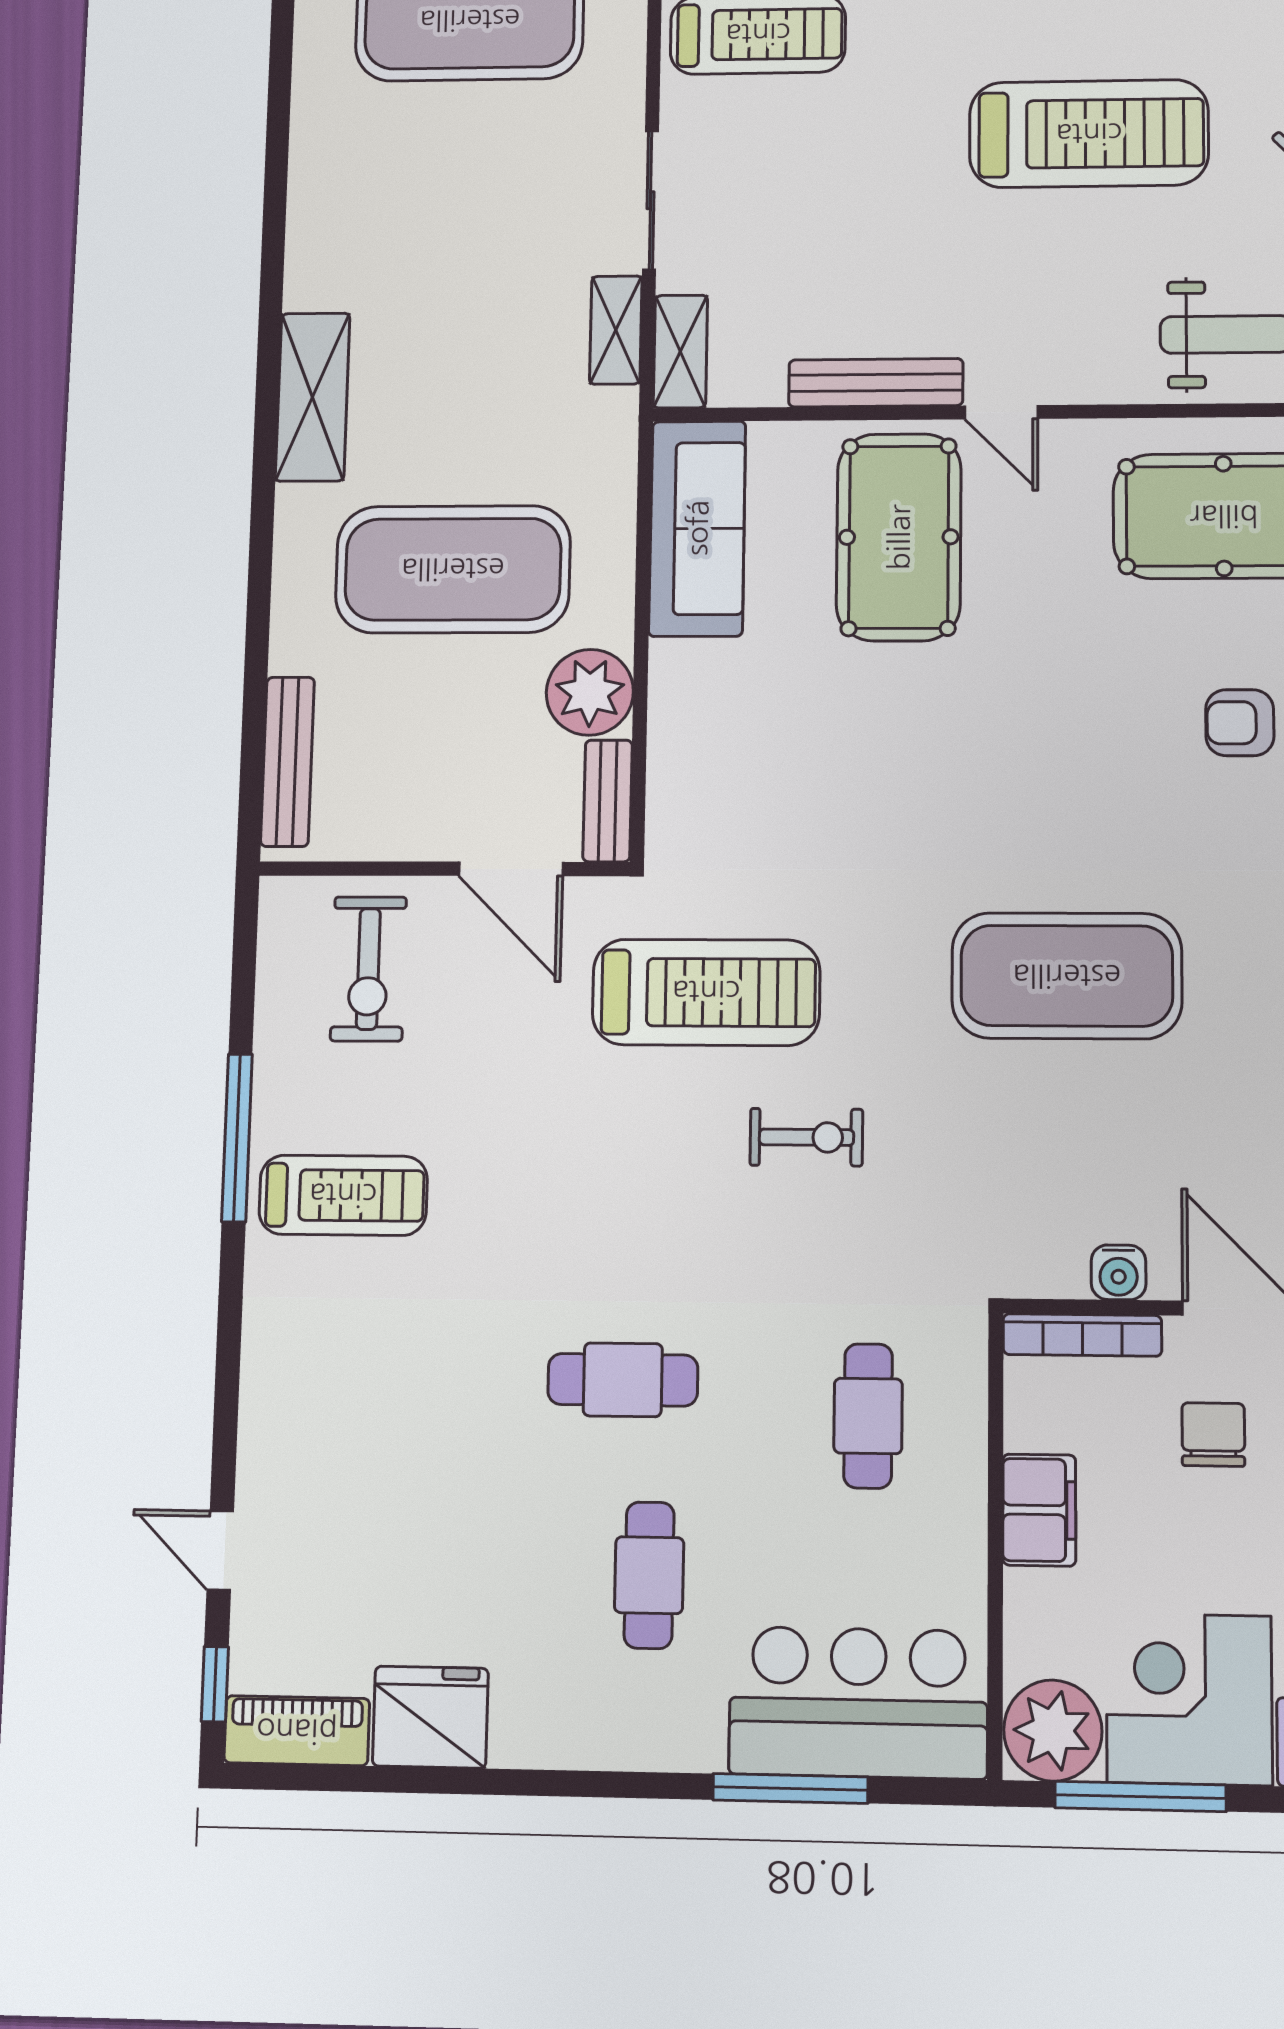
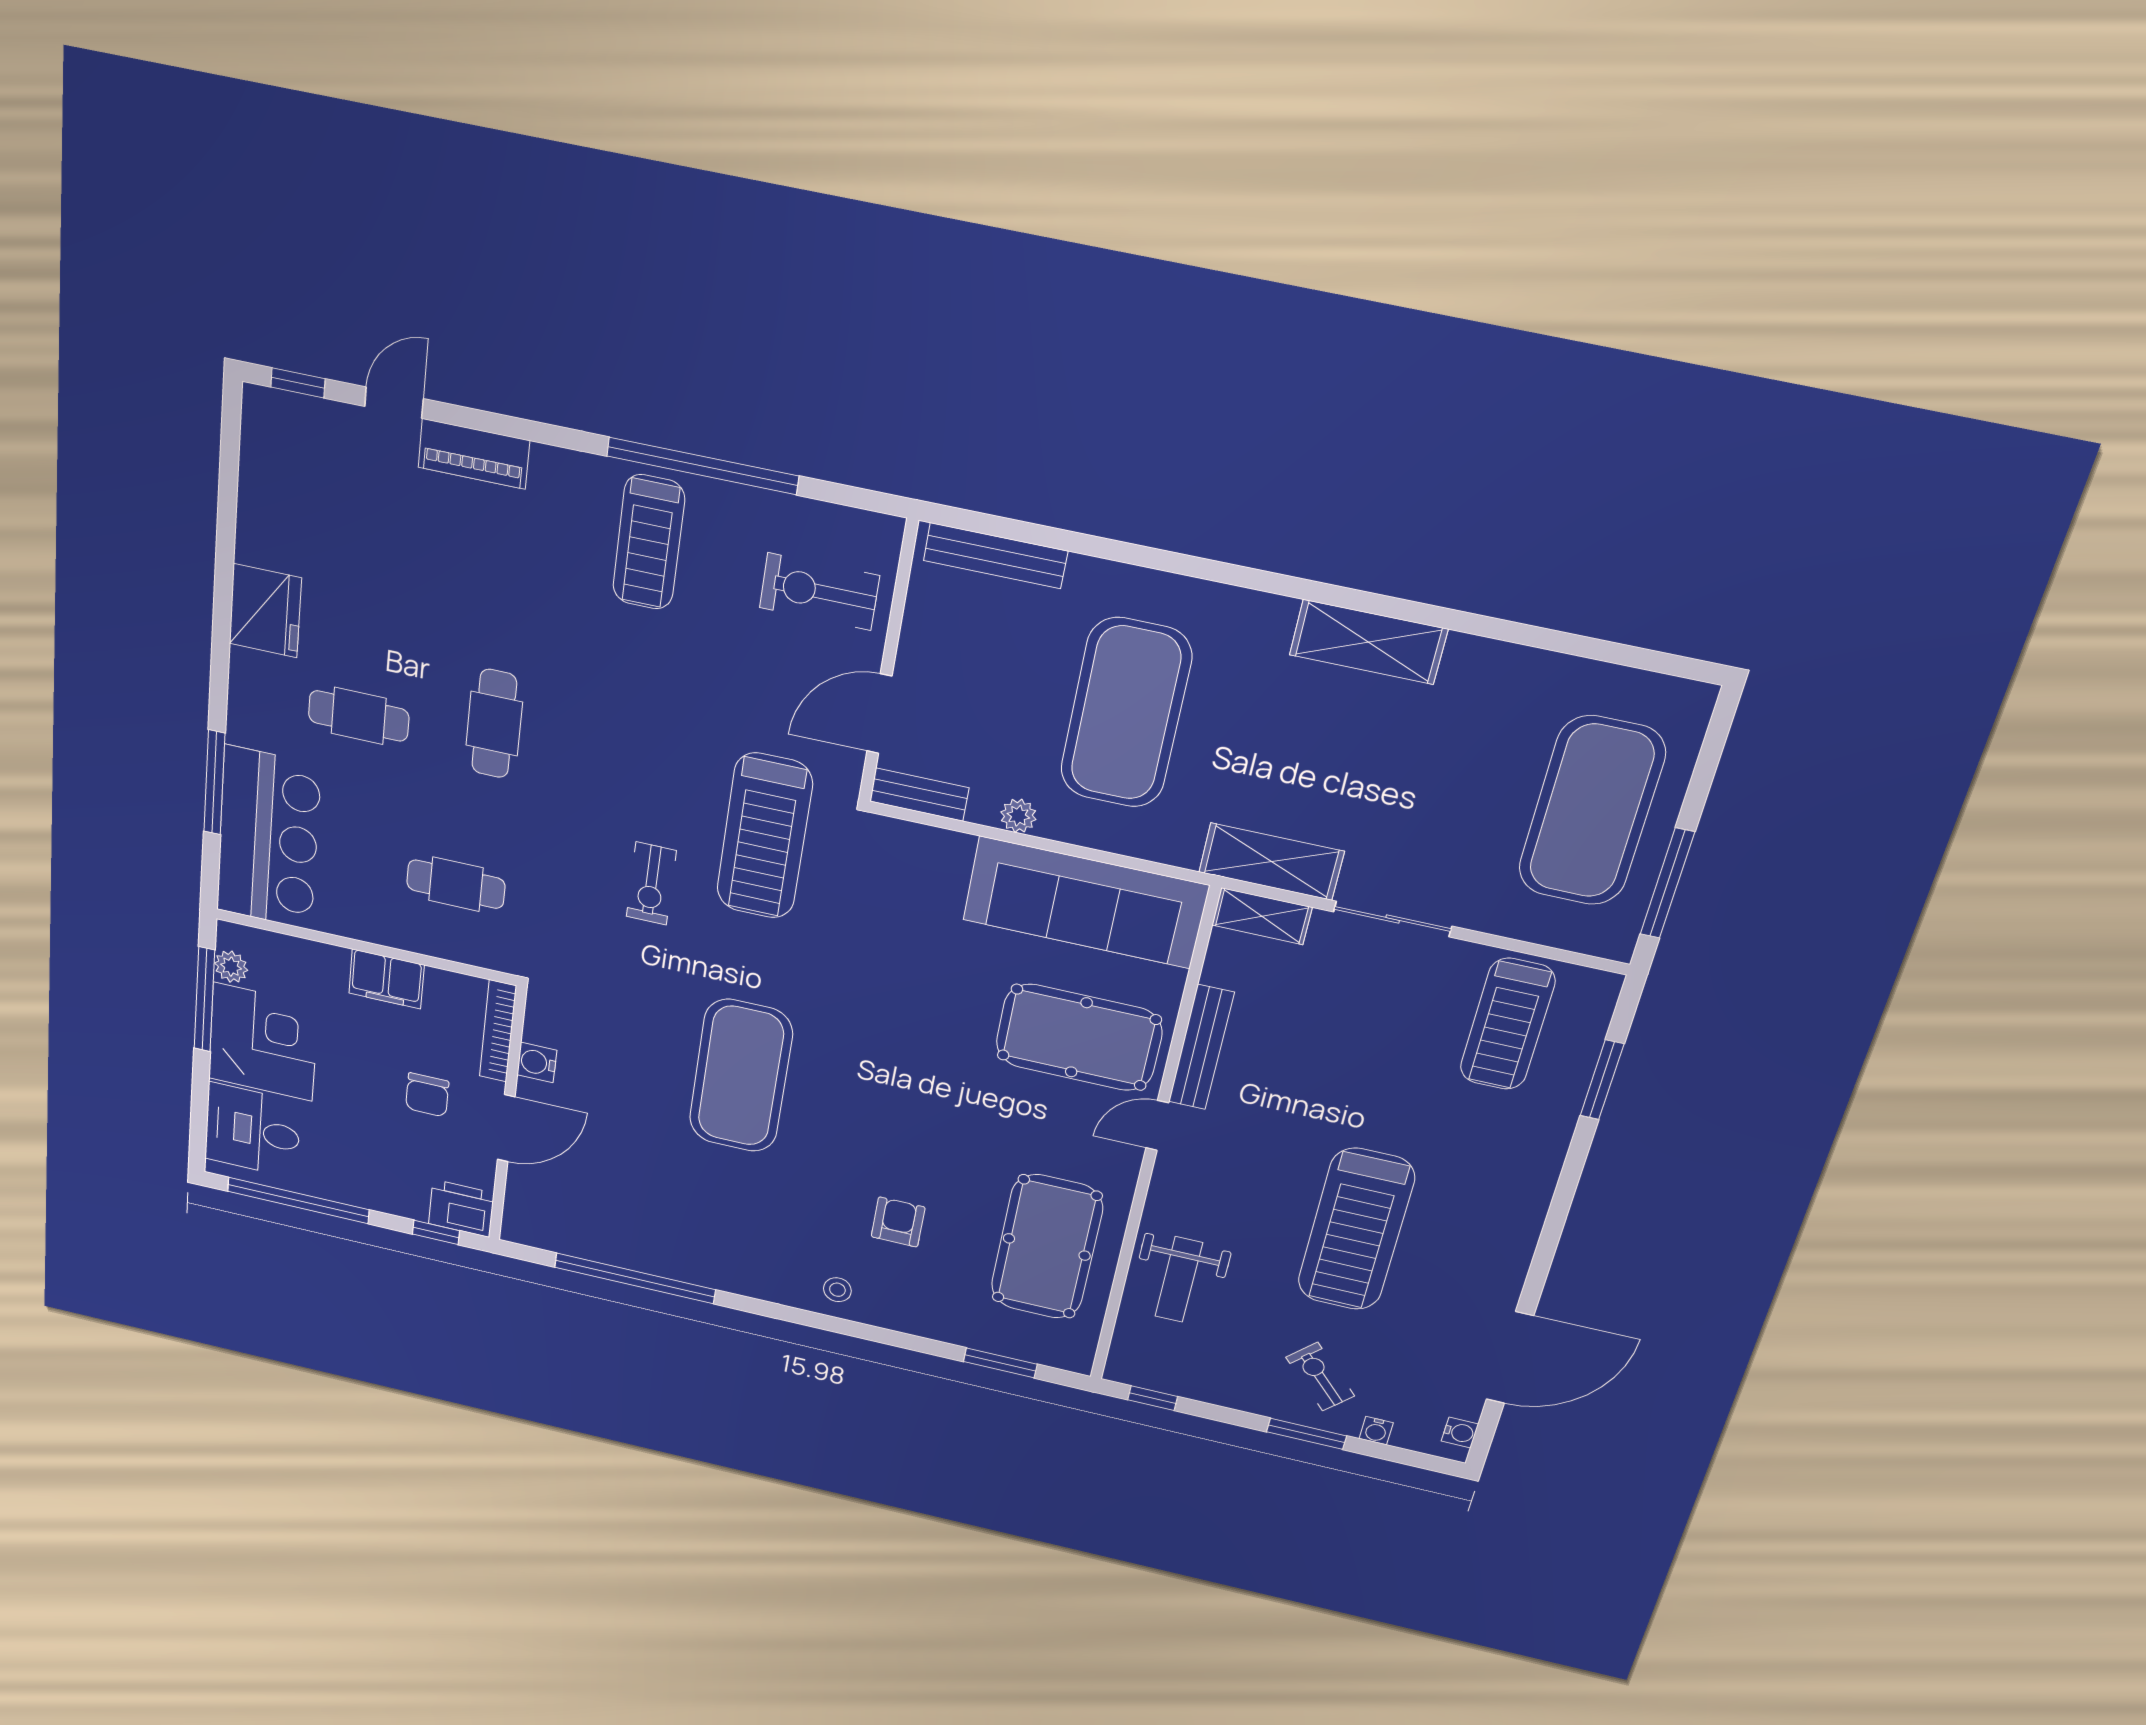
shelving: (616, 330) -> (1271, 862), width x1.50, depth x1.33
shelving: (313, 397) -> (1368, 642), moved
sofa: (697, 528) -> (1085, 903), width x1.36, depth x1.27
plant: (590, 692) -> (1018, 816), width x0.53, depth x0.53
window: (237, 1138) -> (703, 466), width x1.46
chair: (1213, 1435) -> (427, 1095), turned 90
fridge: (430, 1717) -> (265, 611), moved
piano: (297, 1731) -> (474, 454), moved, turned 90
plant: (1053, 1731) -> (231, 967), width x0.53, depth x0.53

